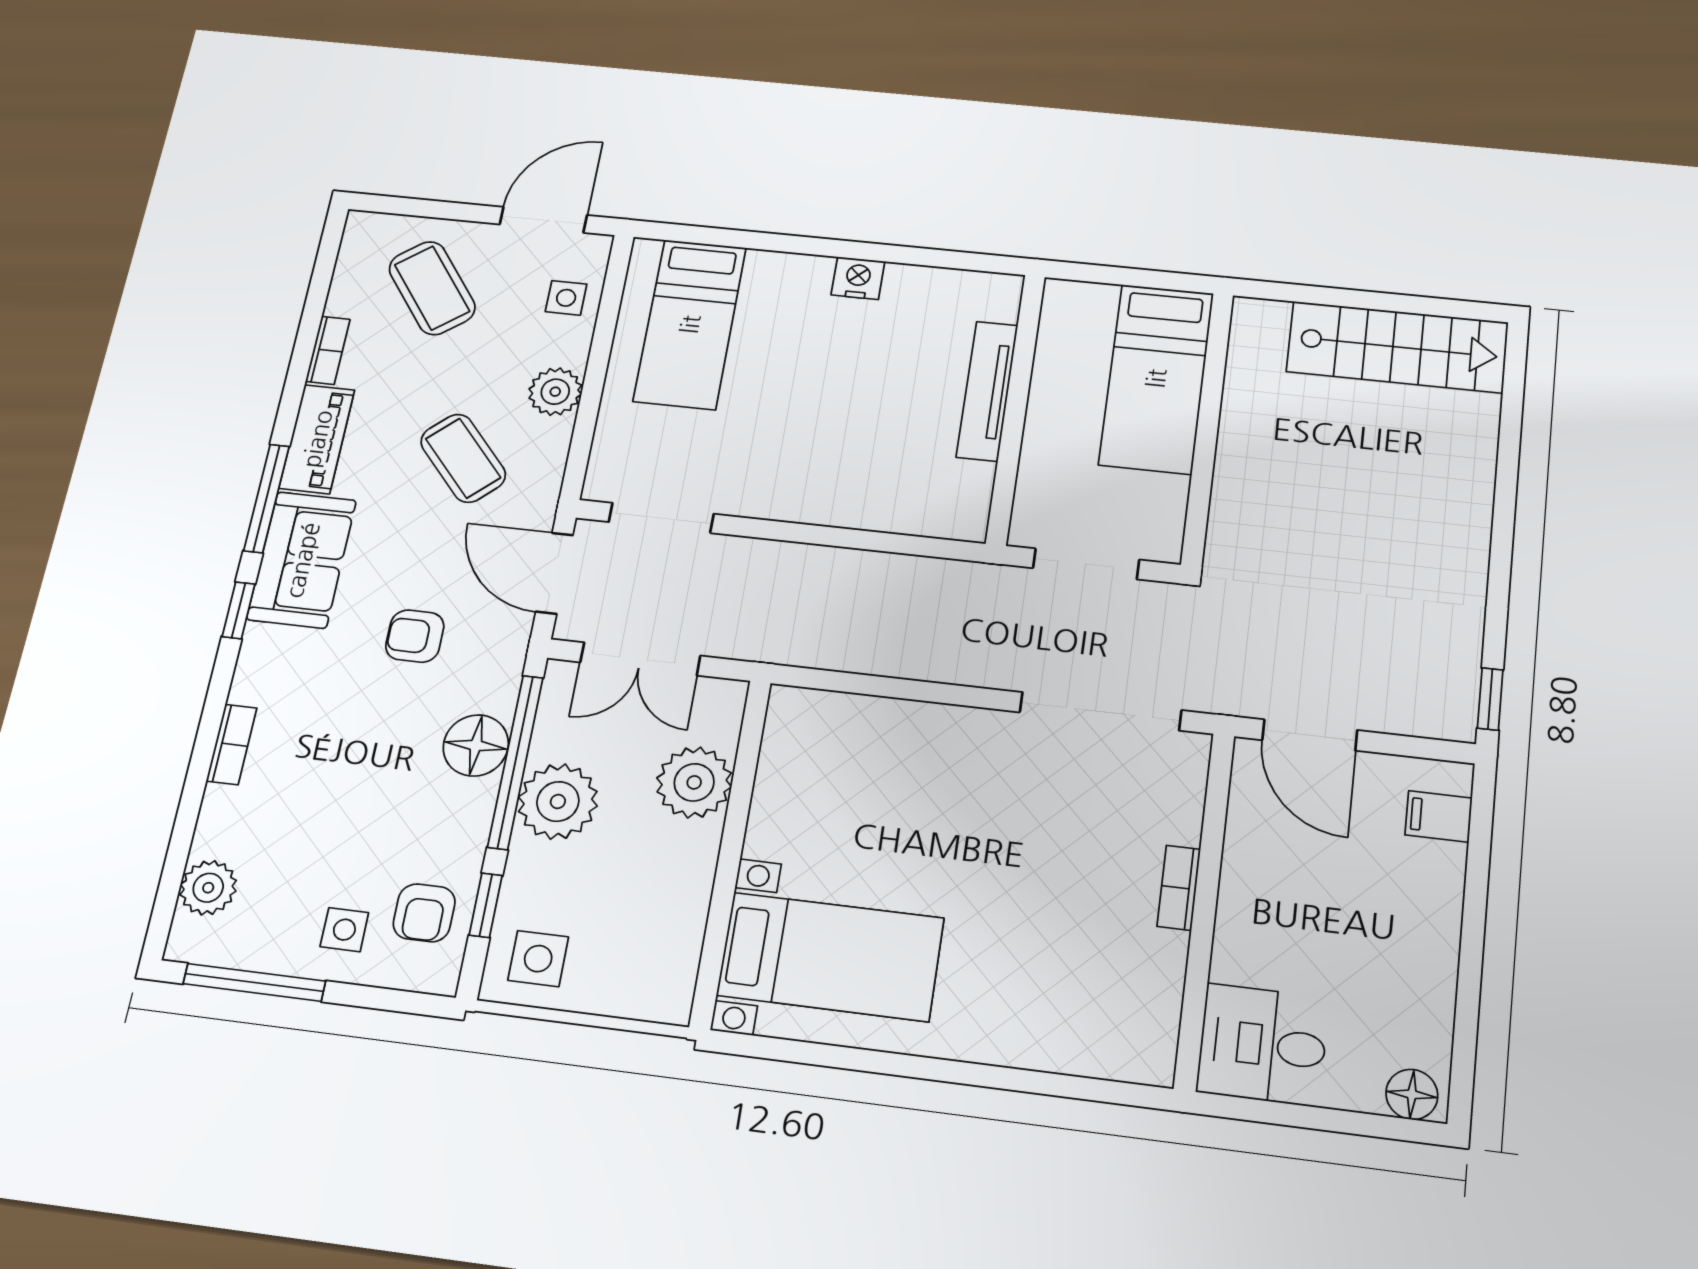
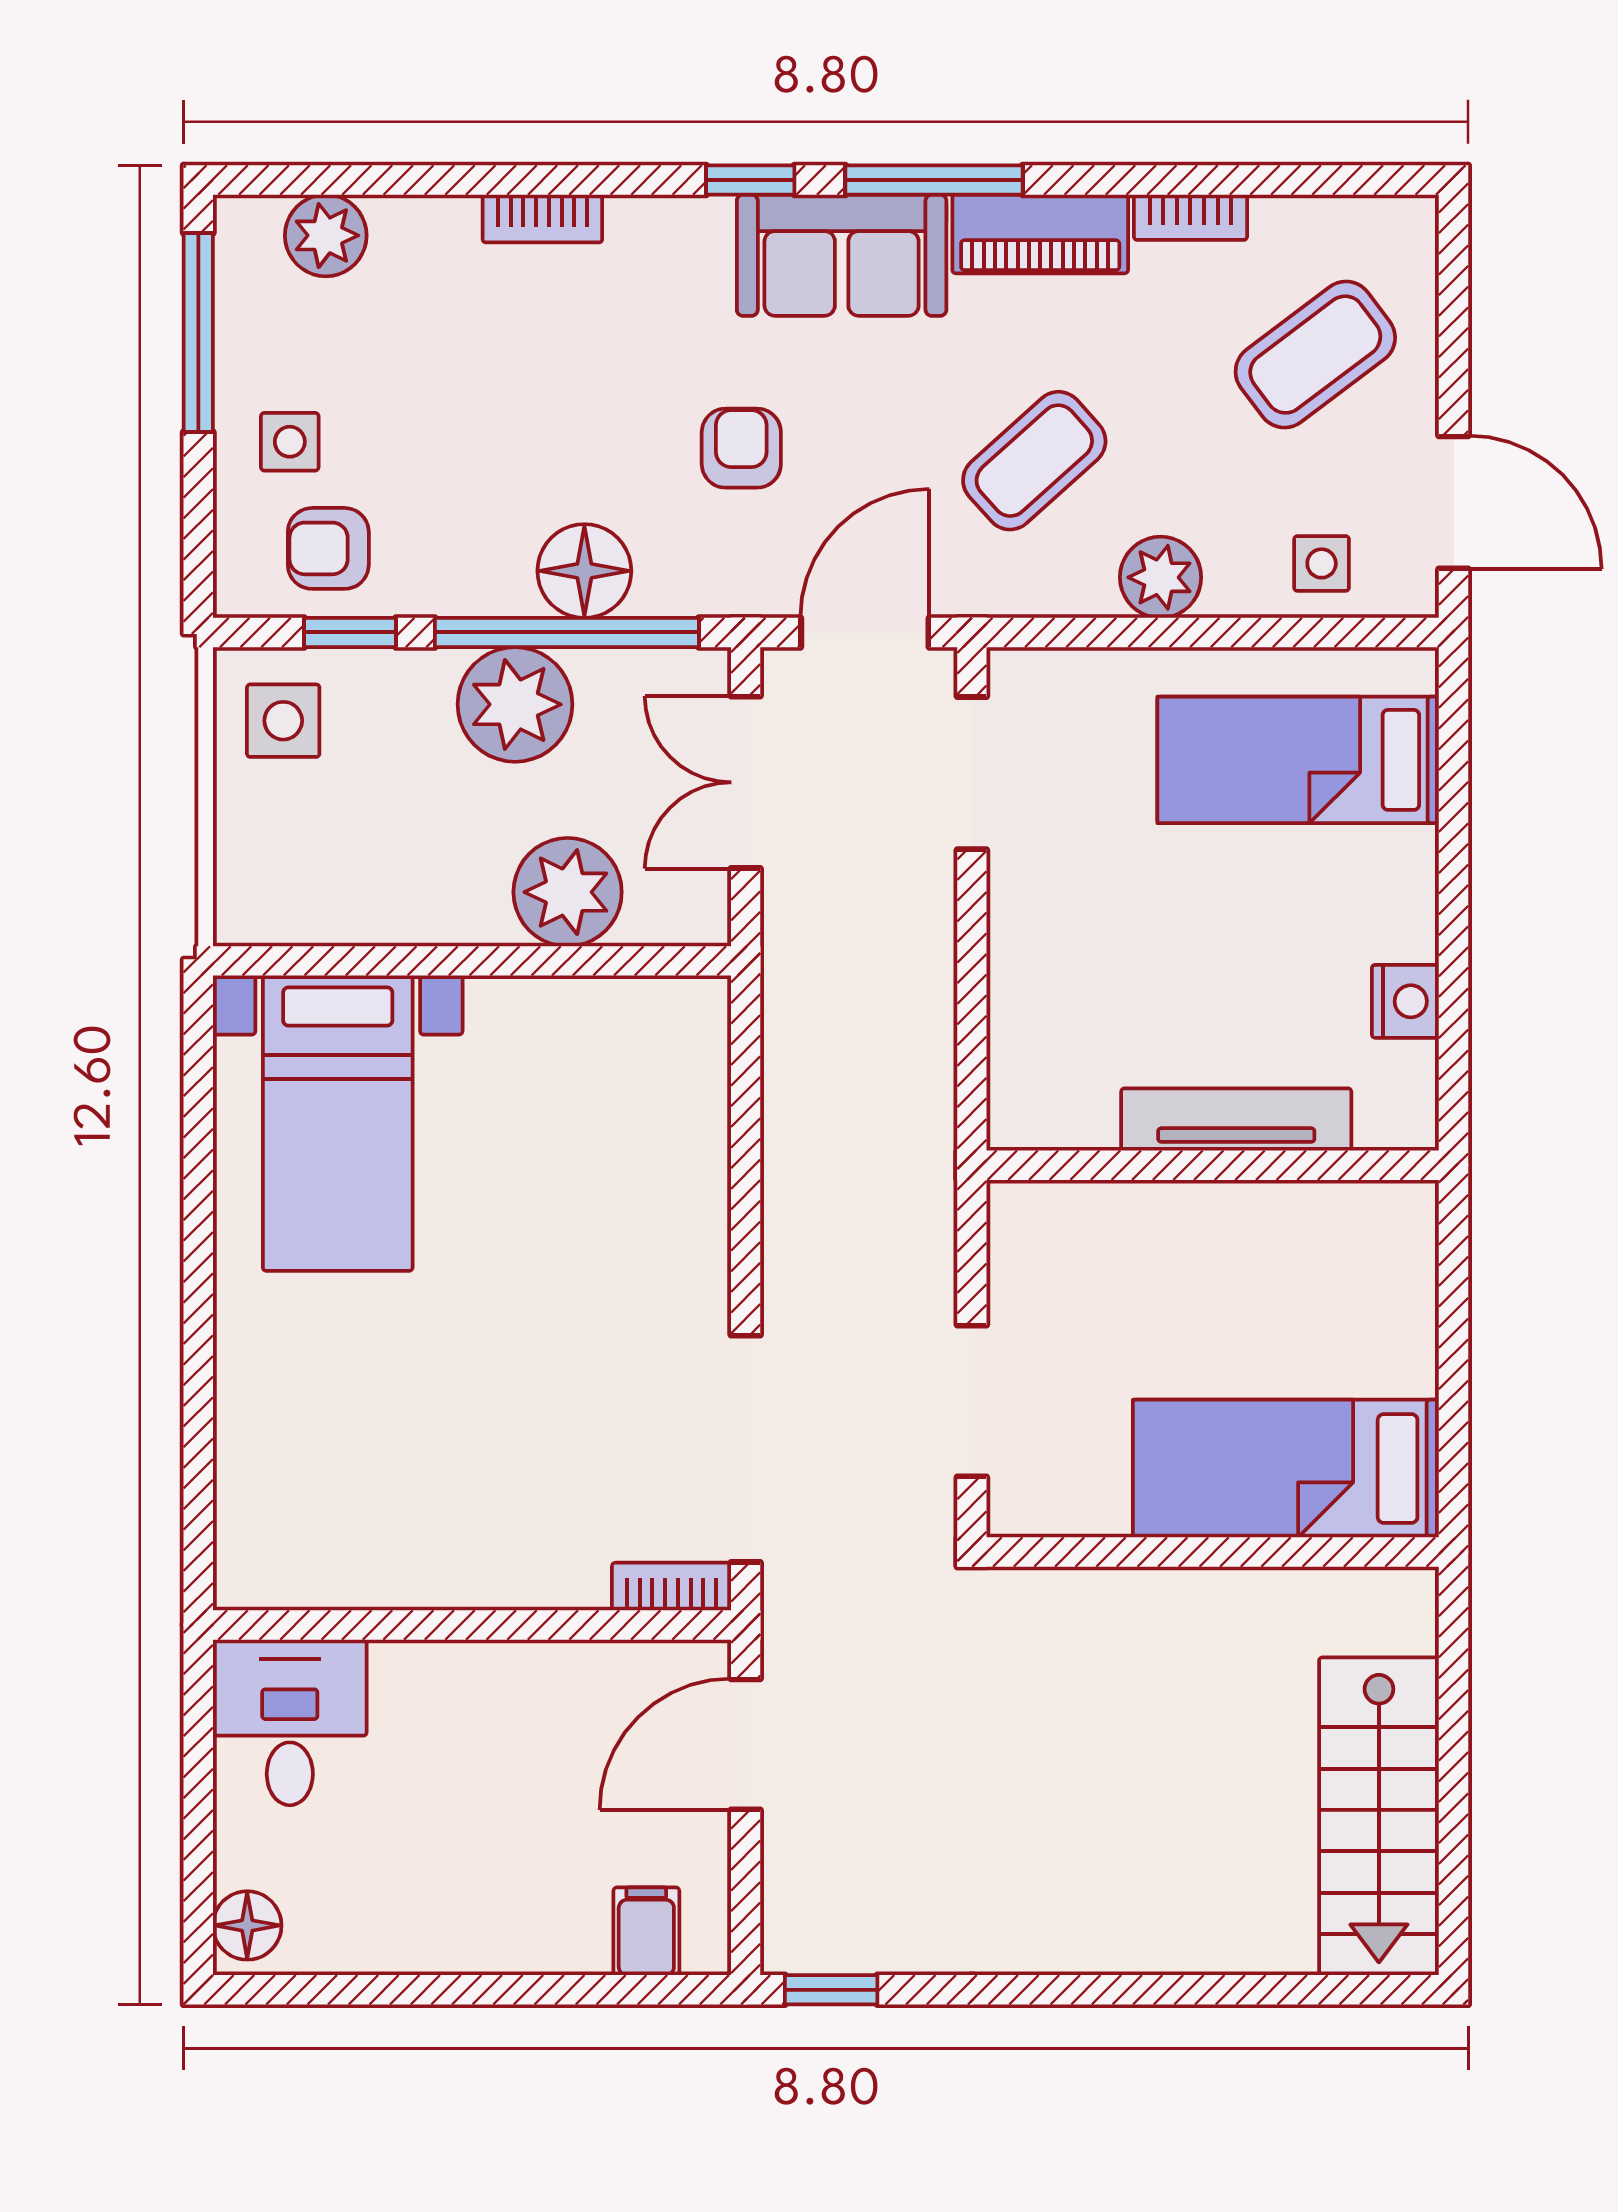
tv unit: (987, 391) -> (1236, 1119), moved
wall: (1016, 408) -> (1213, 1165), moved
bookcase: (1179, 888) -> (672, 1587), moved

